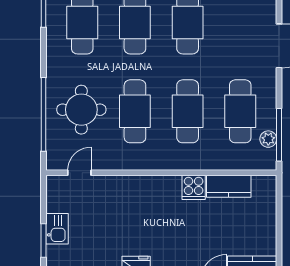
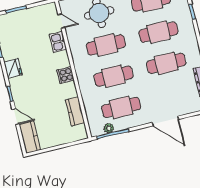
cooker: (194, 187) -> (65, 75), moved
kitchen sink: (57, 229) -> (58, 42), moved, turned 90

